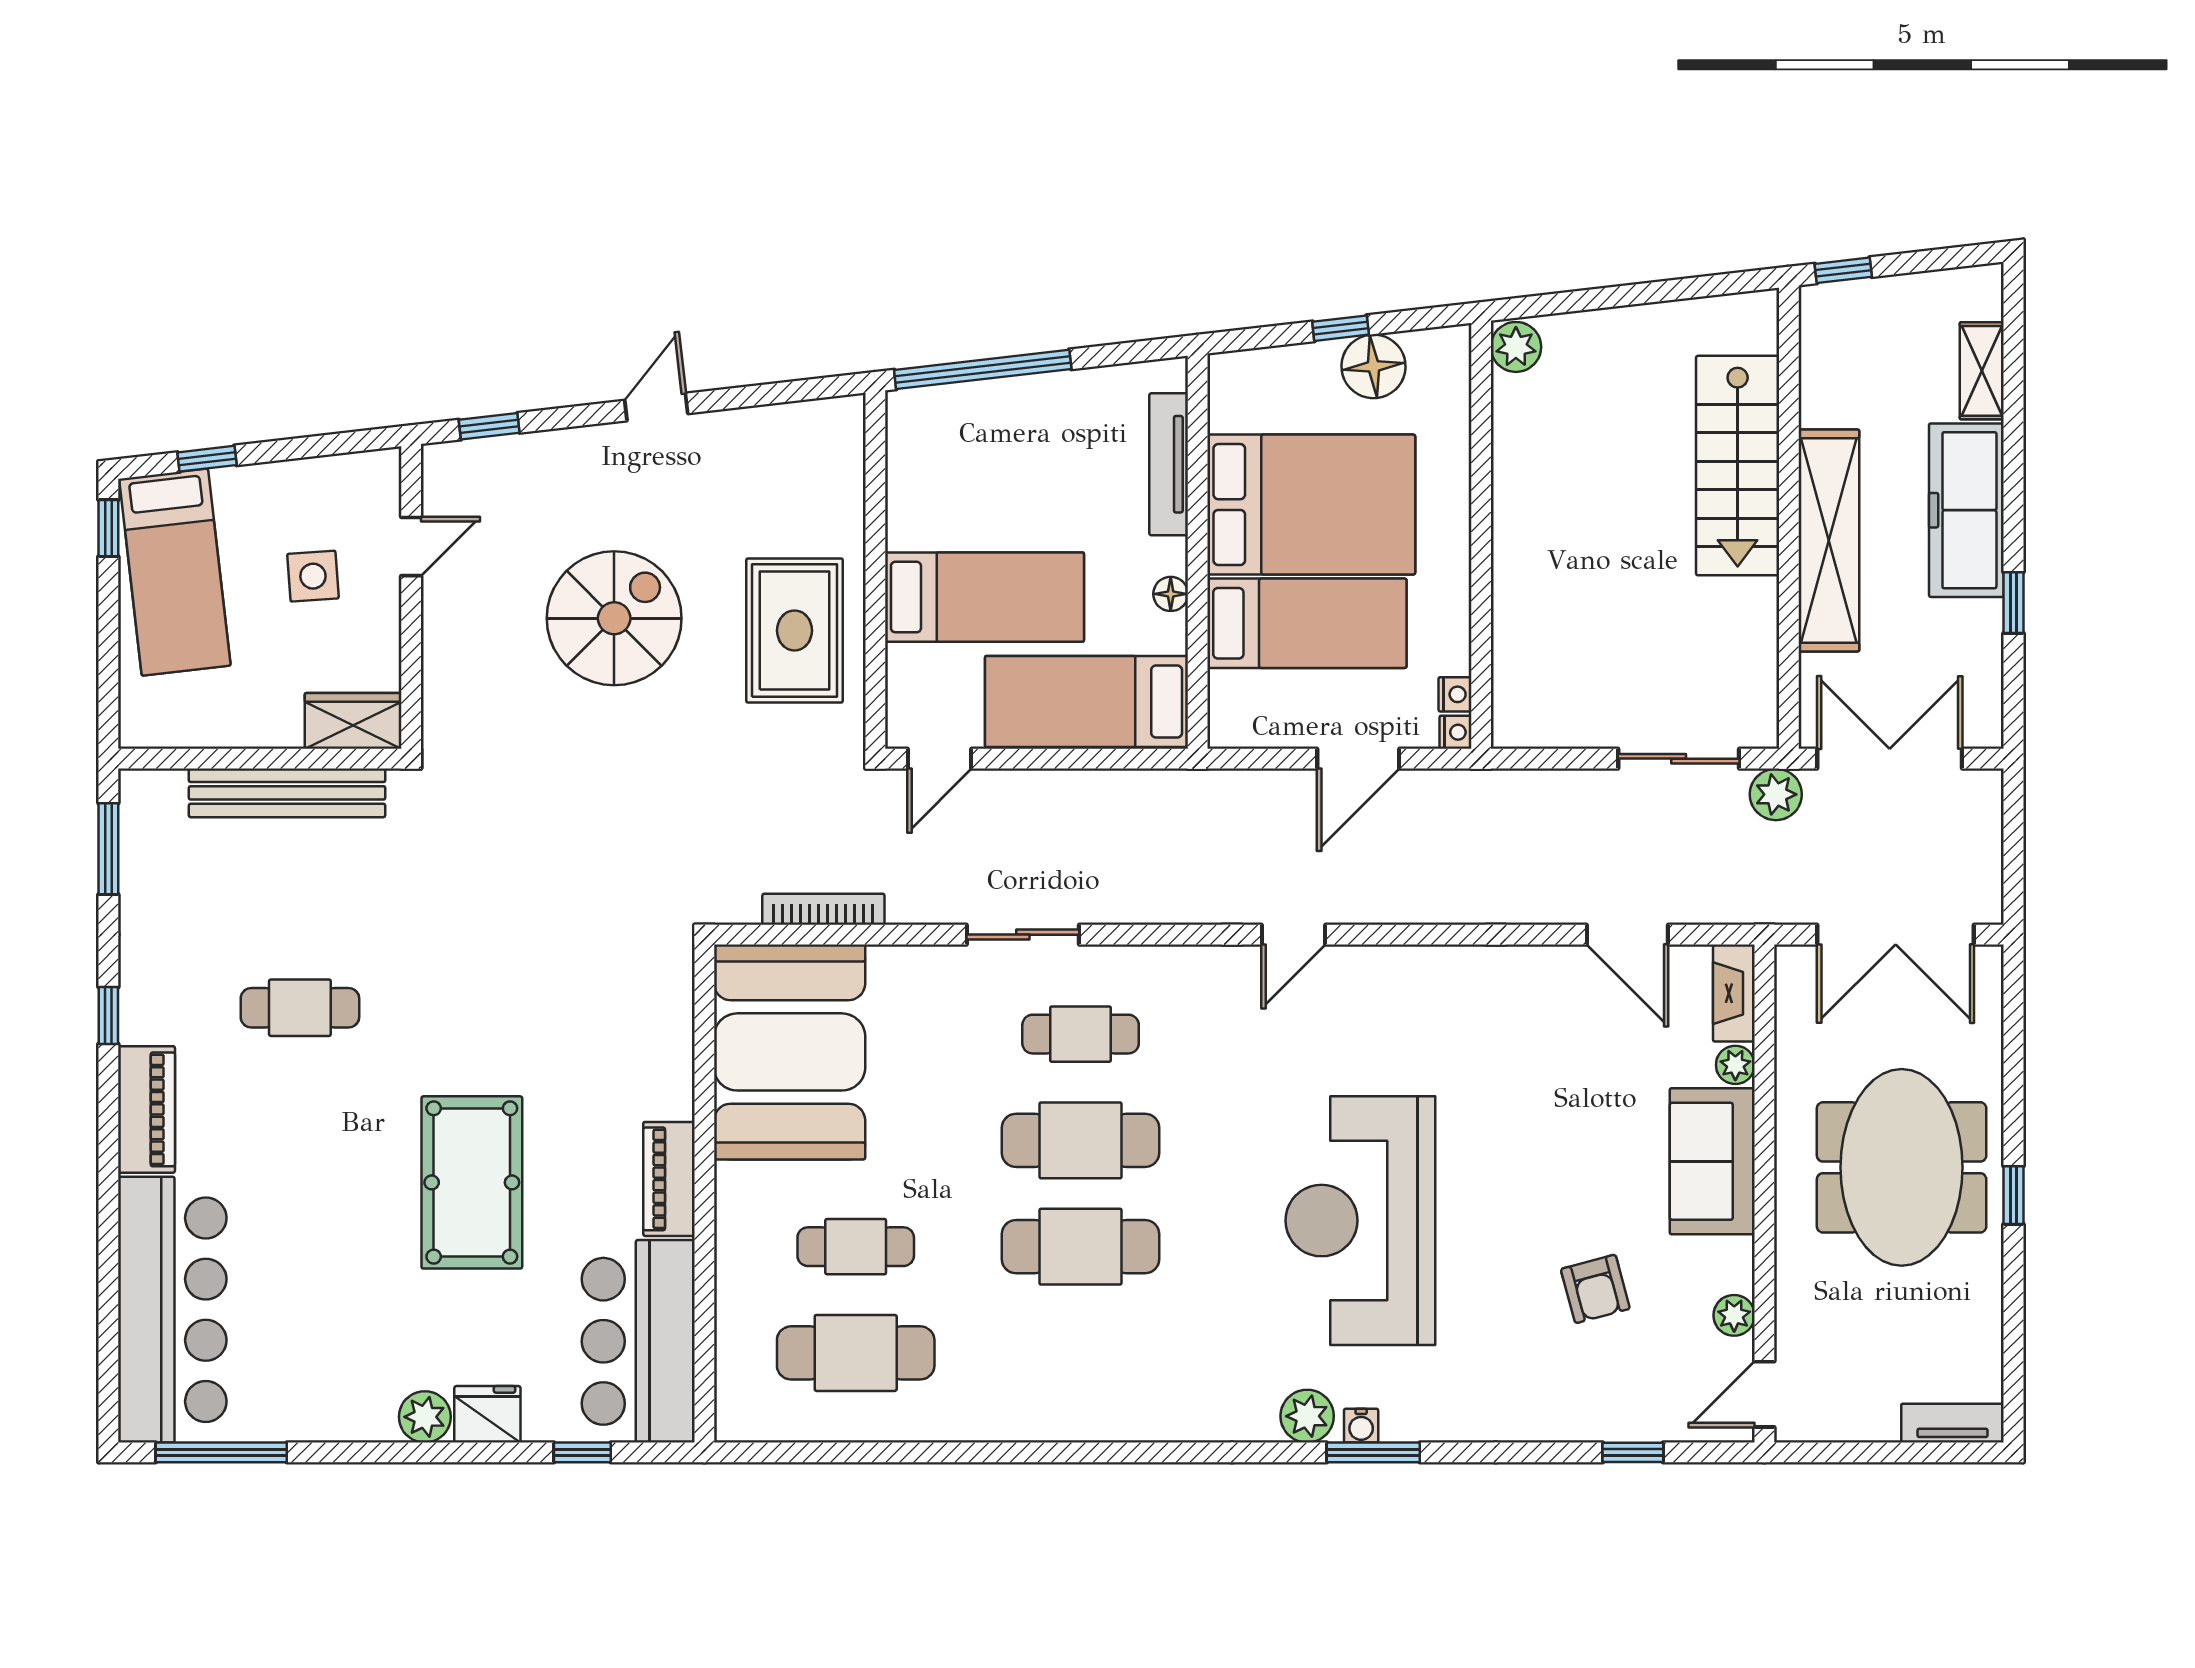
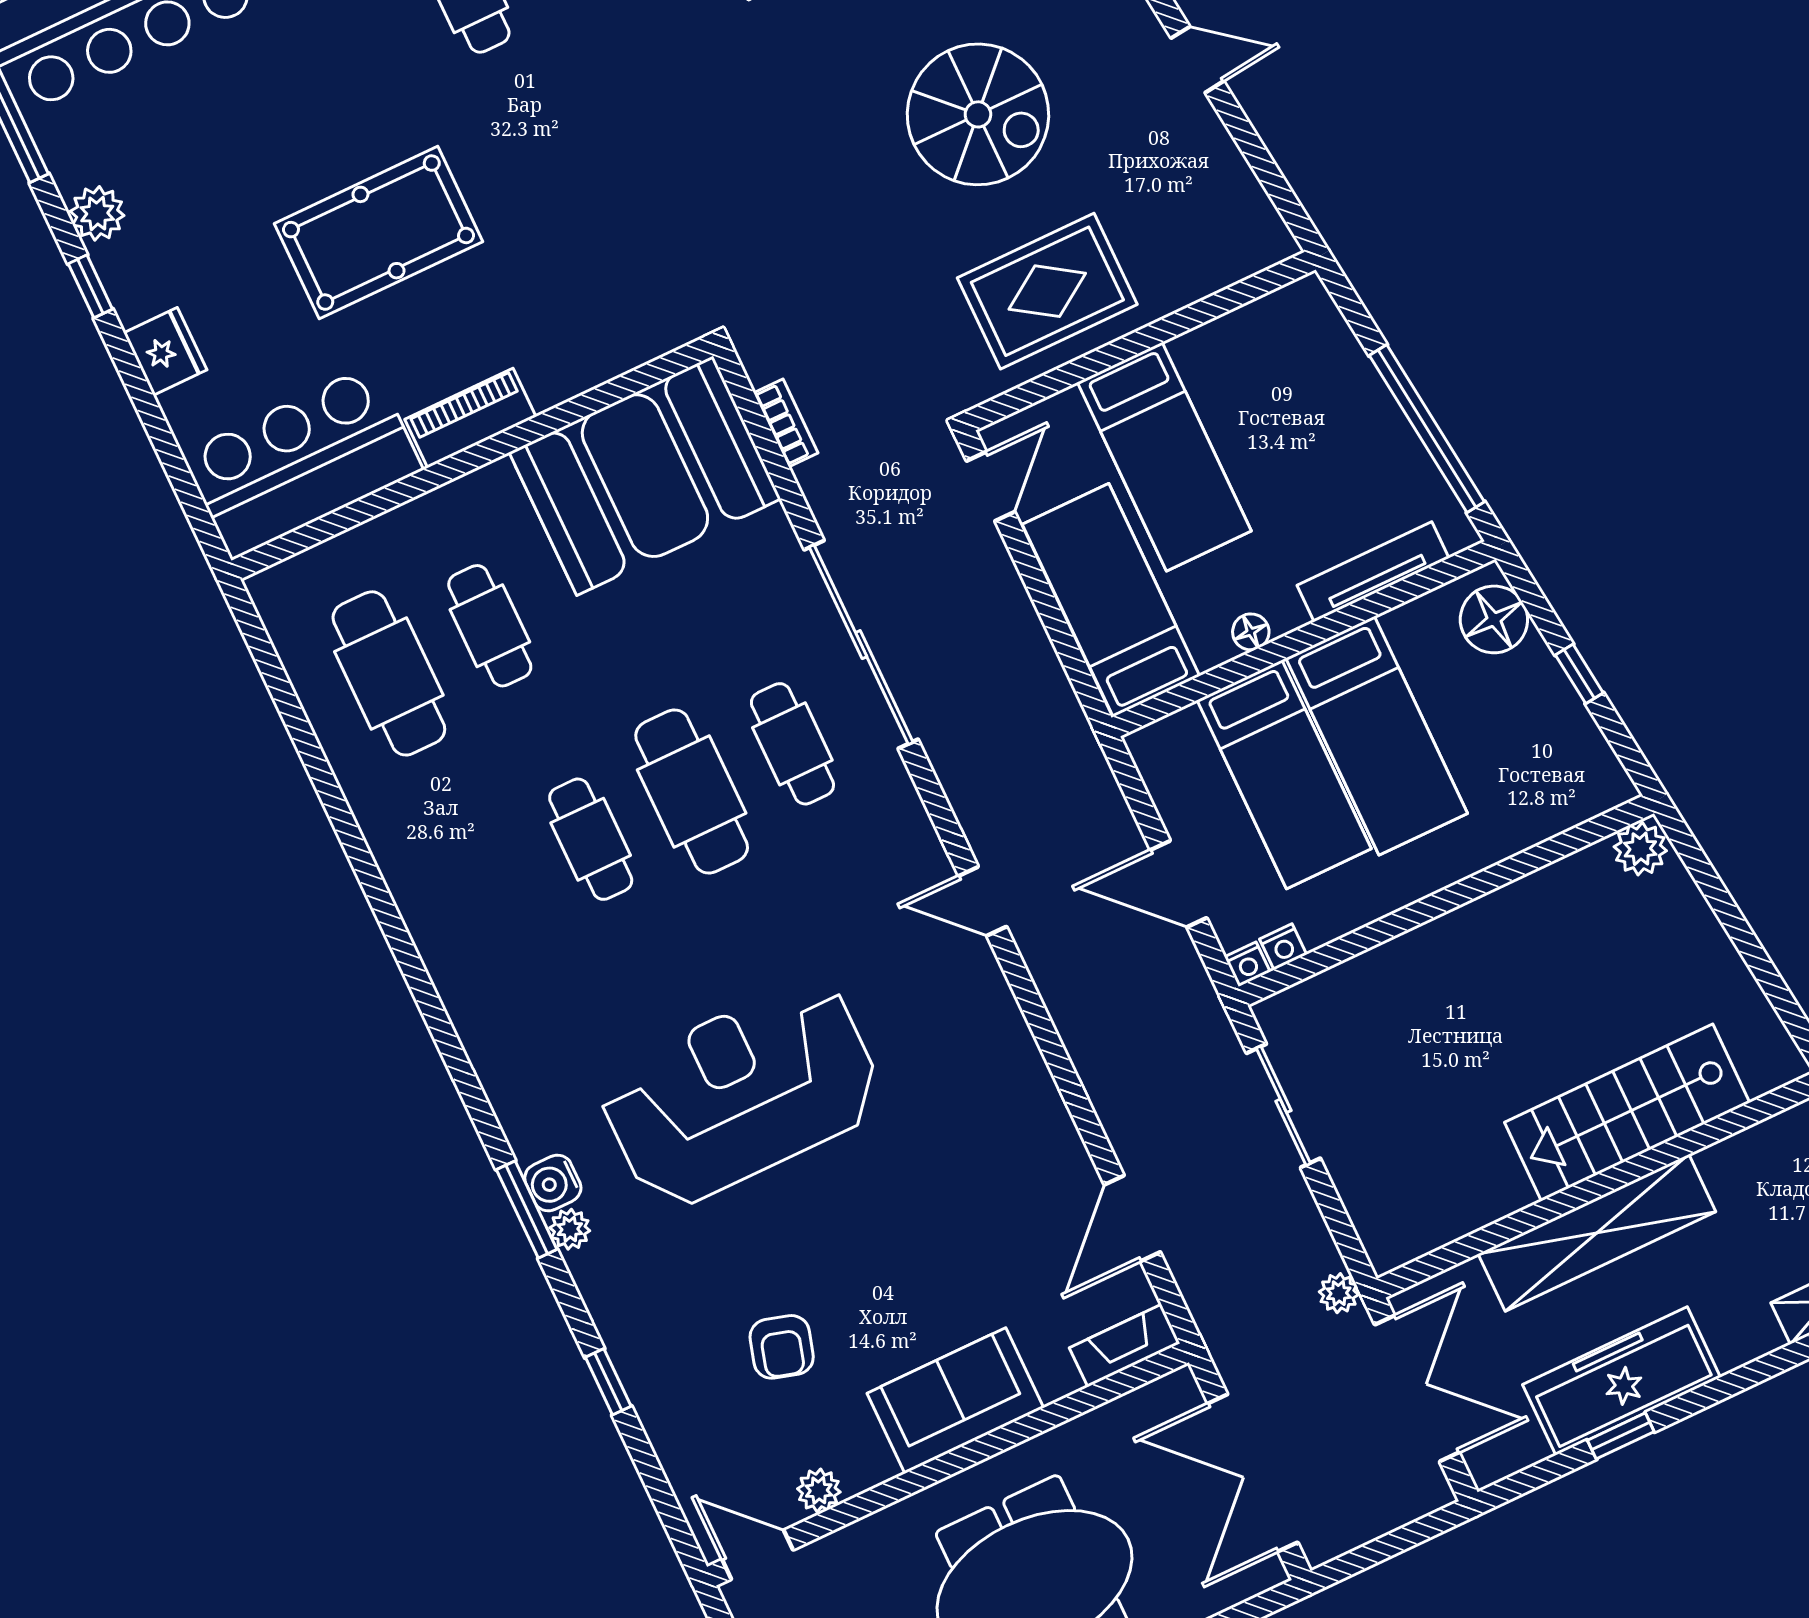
floor lamp: (1373, 366) -> (1494, 619), moved
window: (983, 369) -> (1427, 429), moved
bed: (1311, 505) -> (1377, 736), width x0.67
freezer: (1966, 510) -> (1622, 1381), moved
door: (939, 759) -> (991, 486), swing flipped
sliding door: (1679, 759) -> (1283, 1106), moved
plant: (1776, 794) -> (1339, 1293), width x0.73, depth x0.73
bookcase: (823, 909) -> (786, 423), width x0.64
sliding door: (1023, 935) -> (861, 645), width x1.86
plant: (1735, 1065) -> (1057, 1379), removed
cafe table: (1081, 1247) -> (591, 839), width x0.73, depth x0.74
armchair: (1595, 1289) -> (782, 1347), turned -59
plant: (1307, 1416) -> (570, 1229), moved, width x0.73, depth x0.73
plant: (425, 1417) -> (97, 213), moved
water cooler: (1361, 1426) -> (553, 1183), width x1.38, depth x1.38
window: (582, 1452) -> (90, 286), moved
window: (1633, 1452) -> (608, 1382), moved

